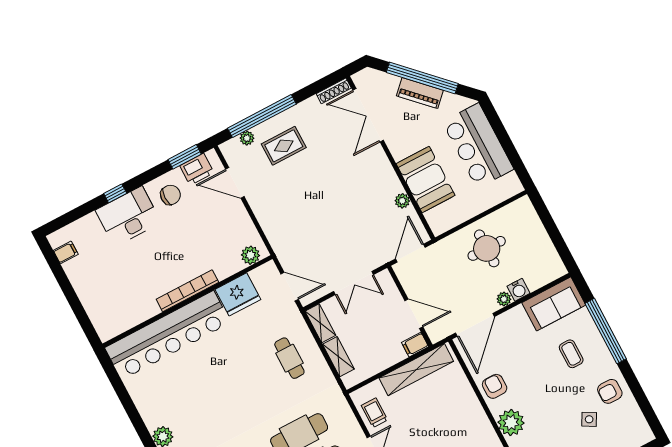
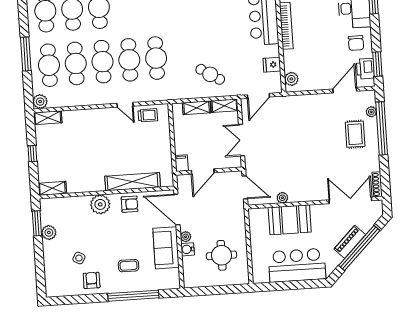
round table: (487, 248) -> (222, 255), moved
fridge: (238, 294) -> (272, 65), width x0.53, depth x0.75
sofa: (554, 304) -> (166, 248), moved
cafe table: (289, 358) -> (210, 74), turned 32
shelving: (416, 370) -> (133, 182), moved, turned 90

